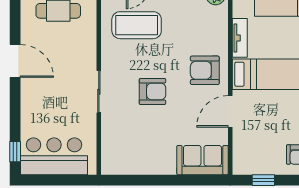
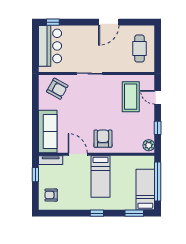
tv unit: (240, 38) -> (51, 160), moved
armchair: (152, 91) -> (57, 89), moved, turned -61
sofa: (202, 160) -> (48, 132), width x1.36

